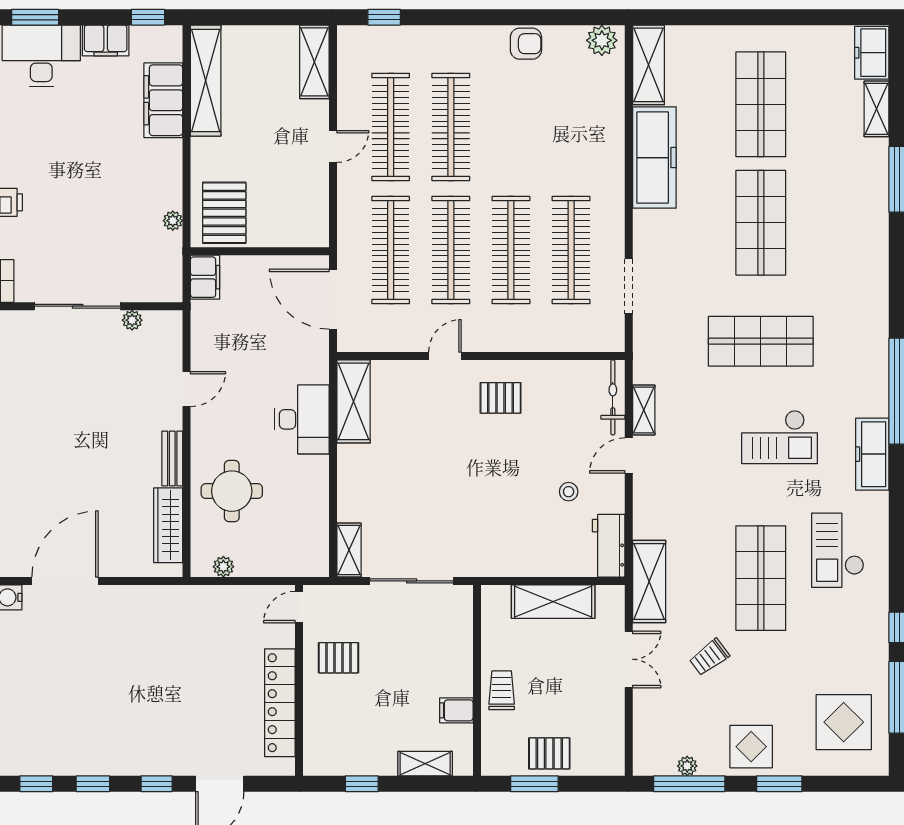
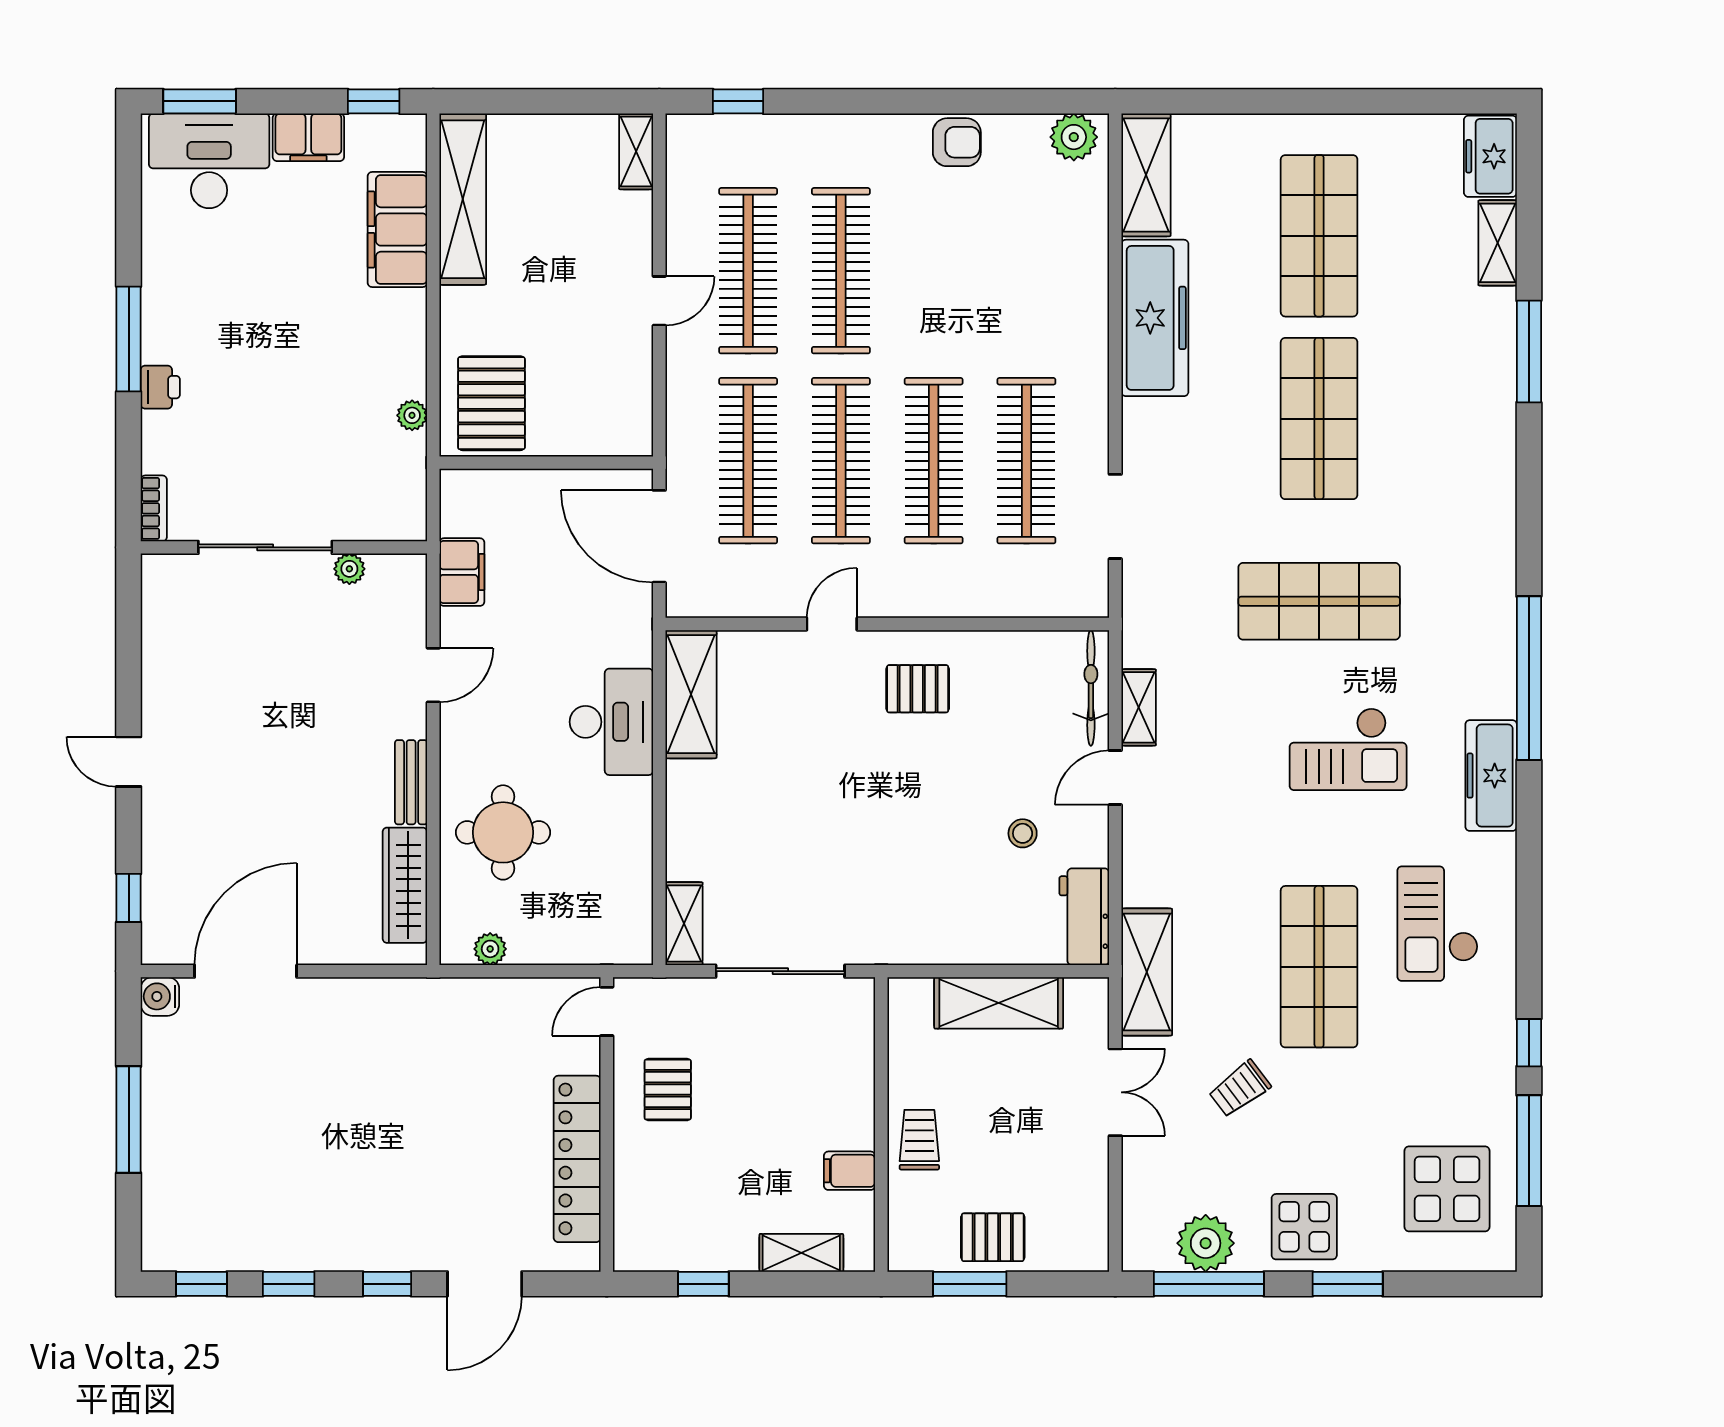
shelving: (314, 62) -> (636, 151), width x0.67, depth x0.75
filing cabinet: (205, 277) -> (462, 572), moved
pallet: (339, 658) -> (668, 1090), turned 90
plant: (687, 766) -> (1206, 1243), width x1.88, depth x1.88

